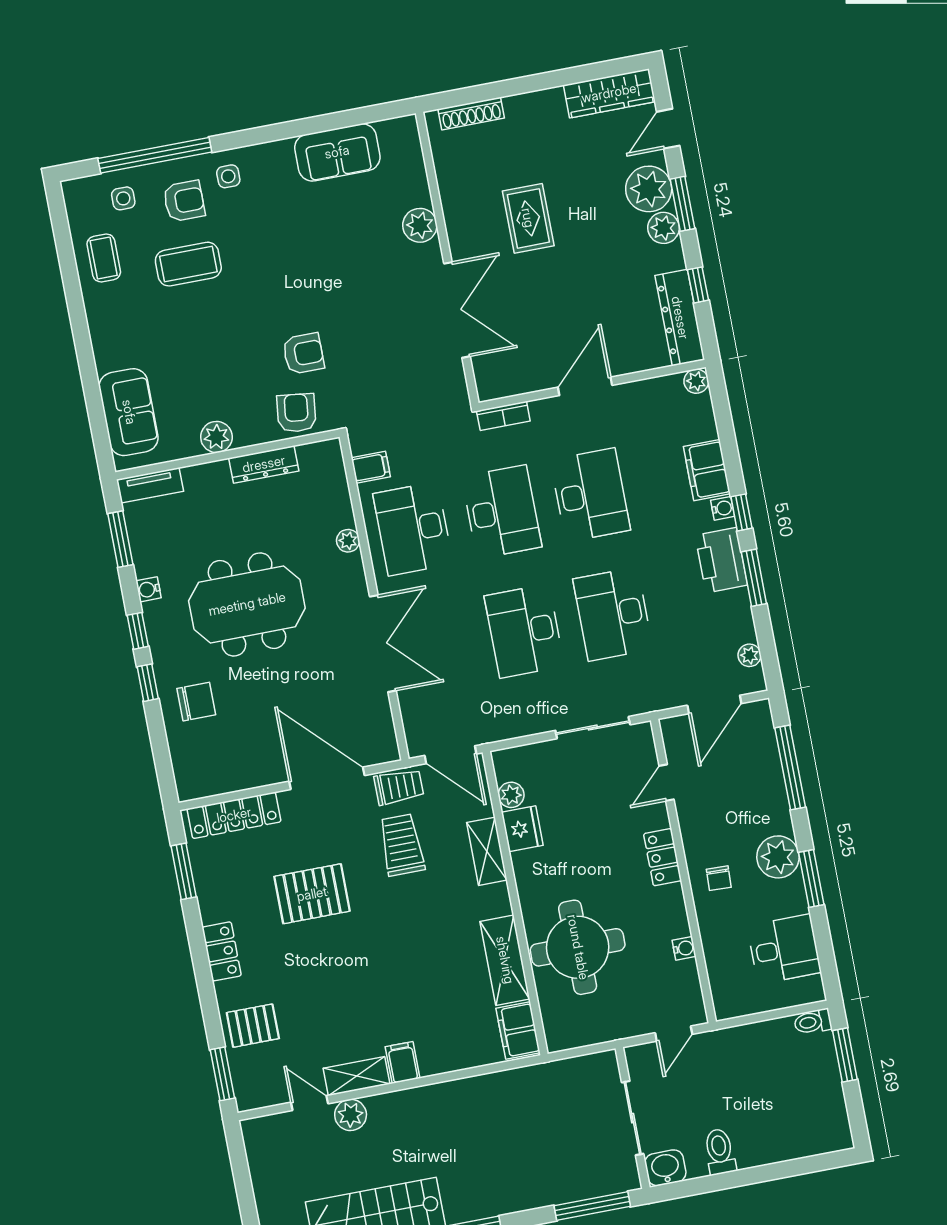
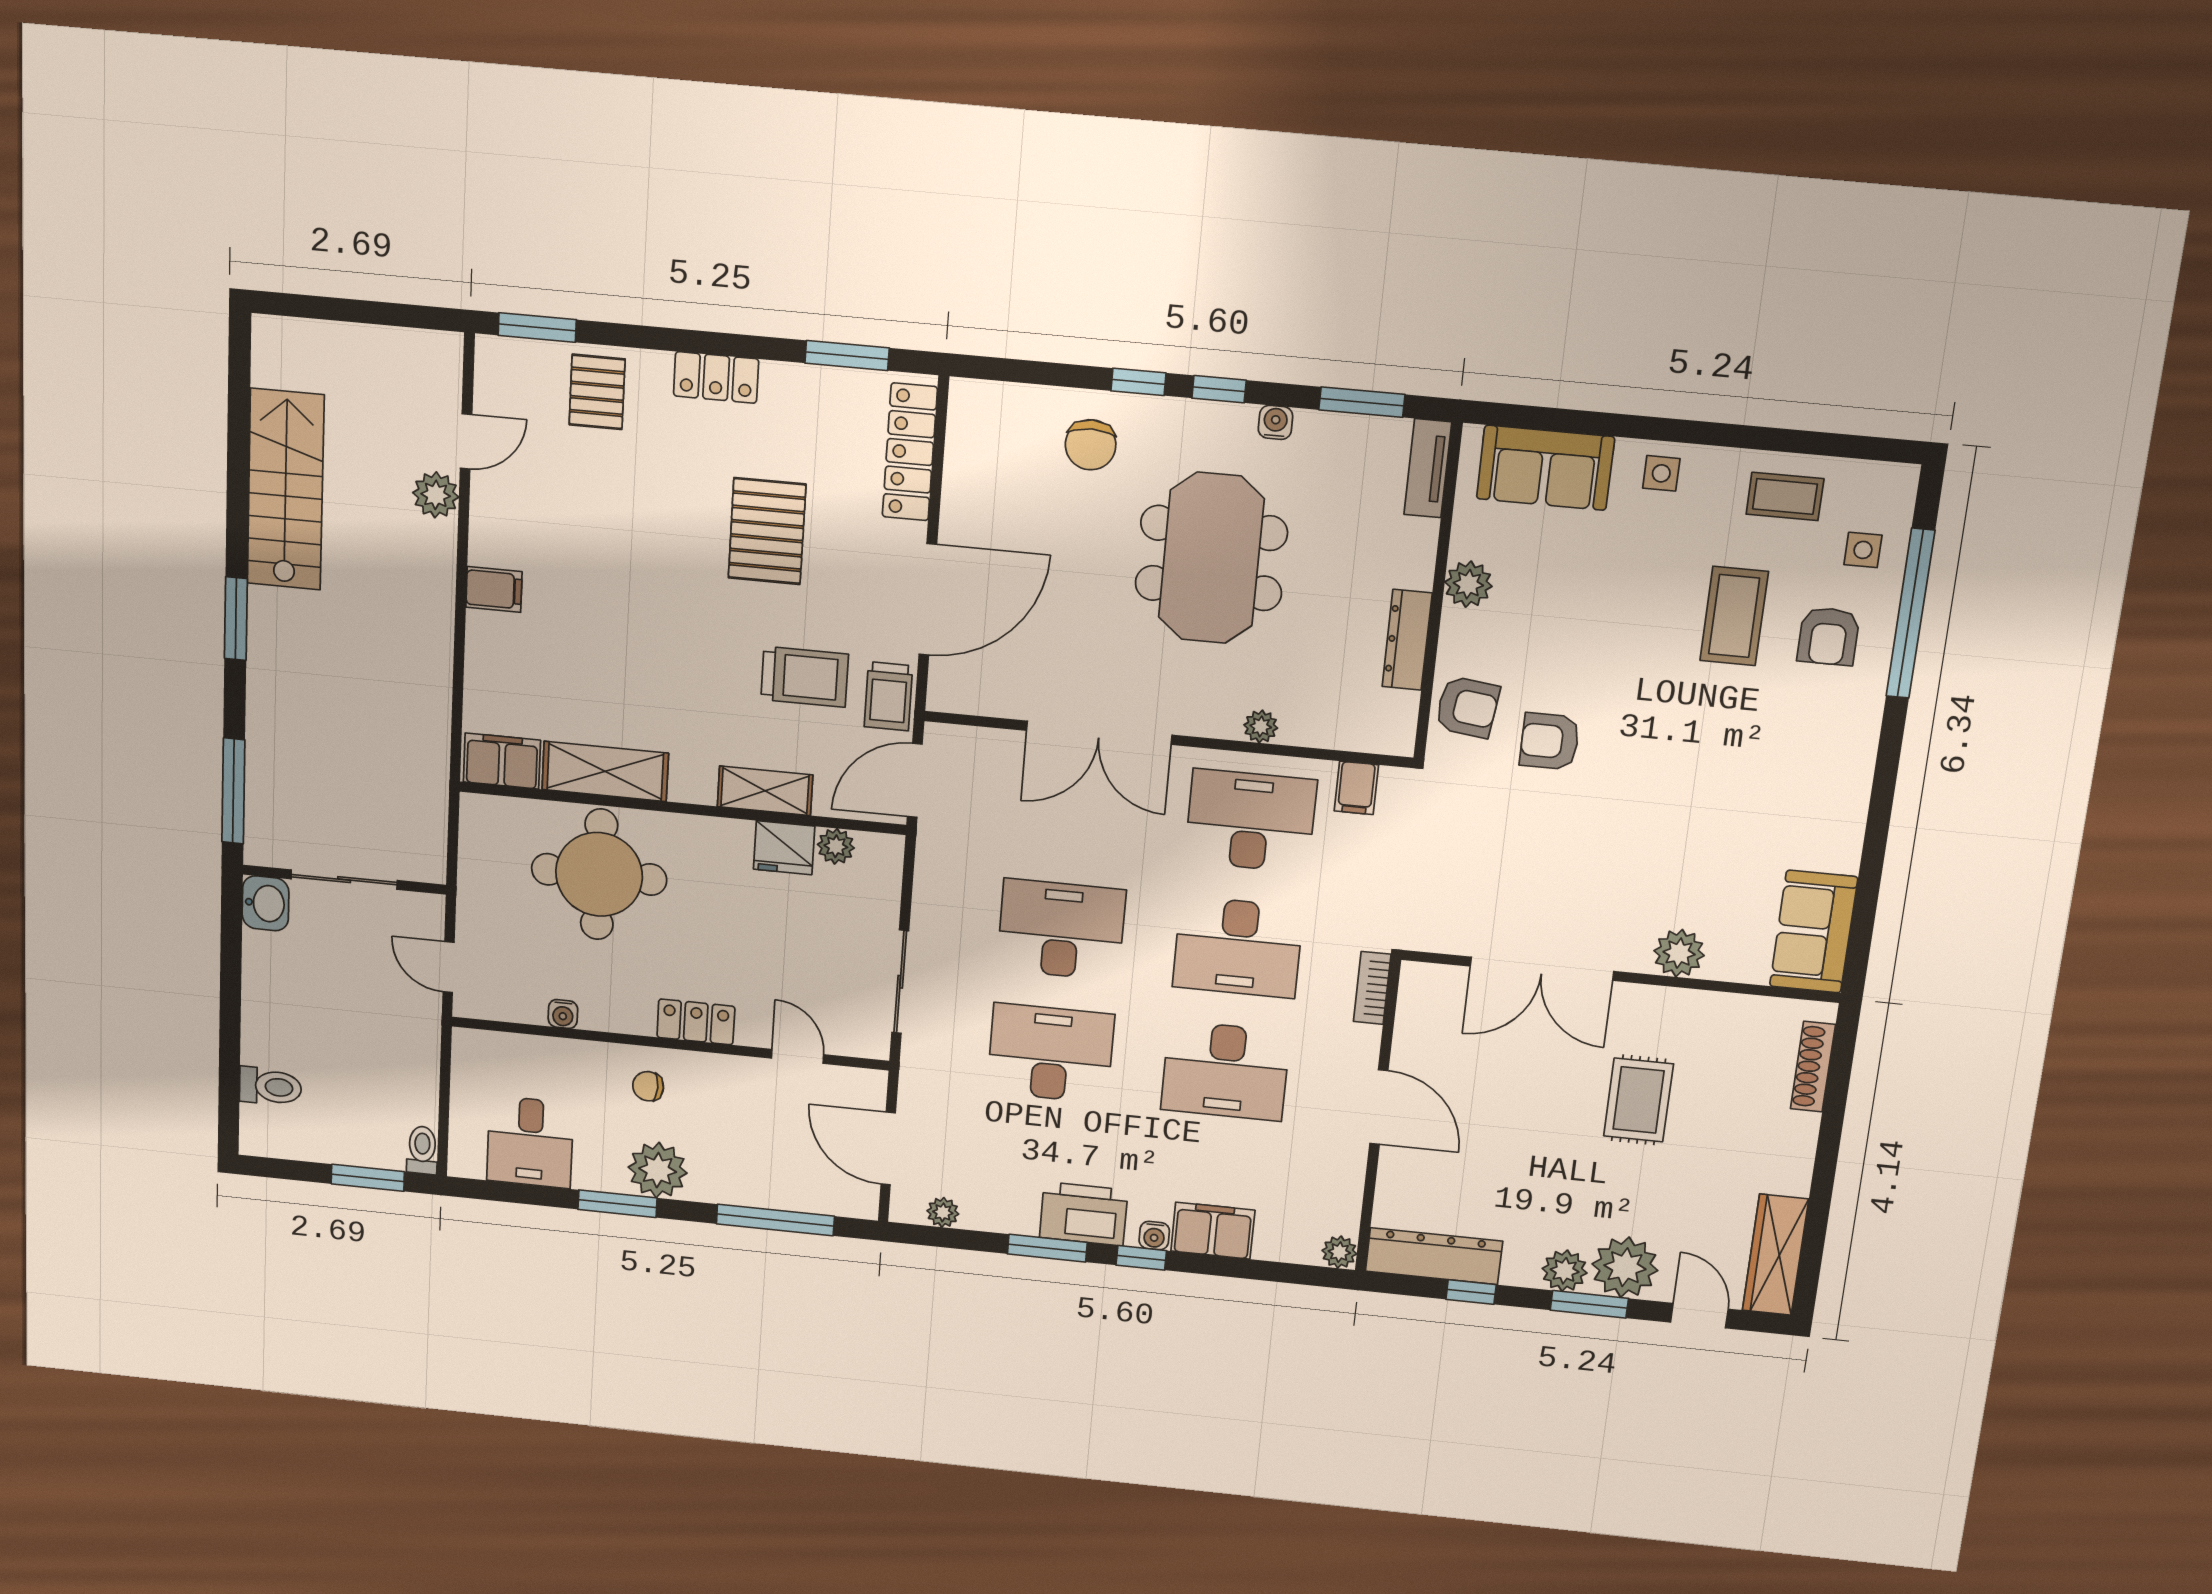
sofa: (337, 152) -> (1814, 932), moved
side table: (228, 176) -> (1661, 473), moved
rug: (528, 218) -> (1639, 1100), turned 90
armchair: (303, 354) -> (1550, 741), turned 90
shelving: (357, 1076) -> (490, 519), removed
toilet: (720, 1152) -> (270, 1087), moved

